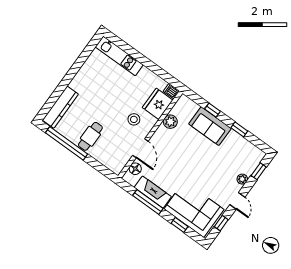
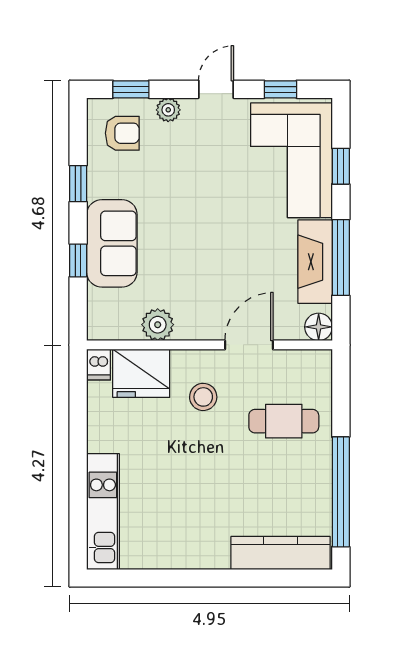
cafe table: (90, 136) -> (284, 421), moved
armchair: (246, 157) -> (122, 133), added
floor lamp: (135, 169) -> (319, 327), moved

